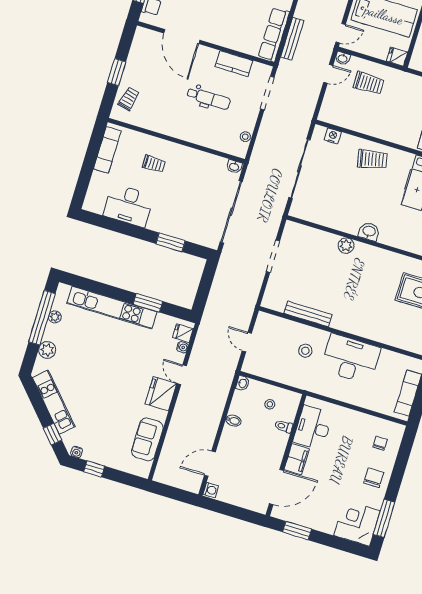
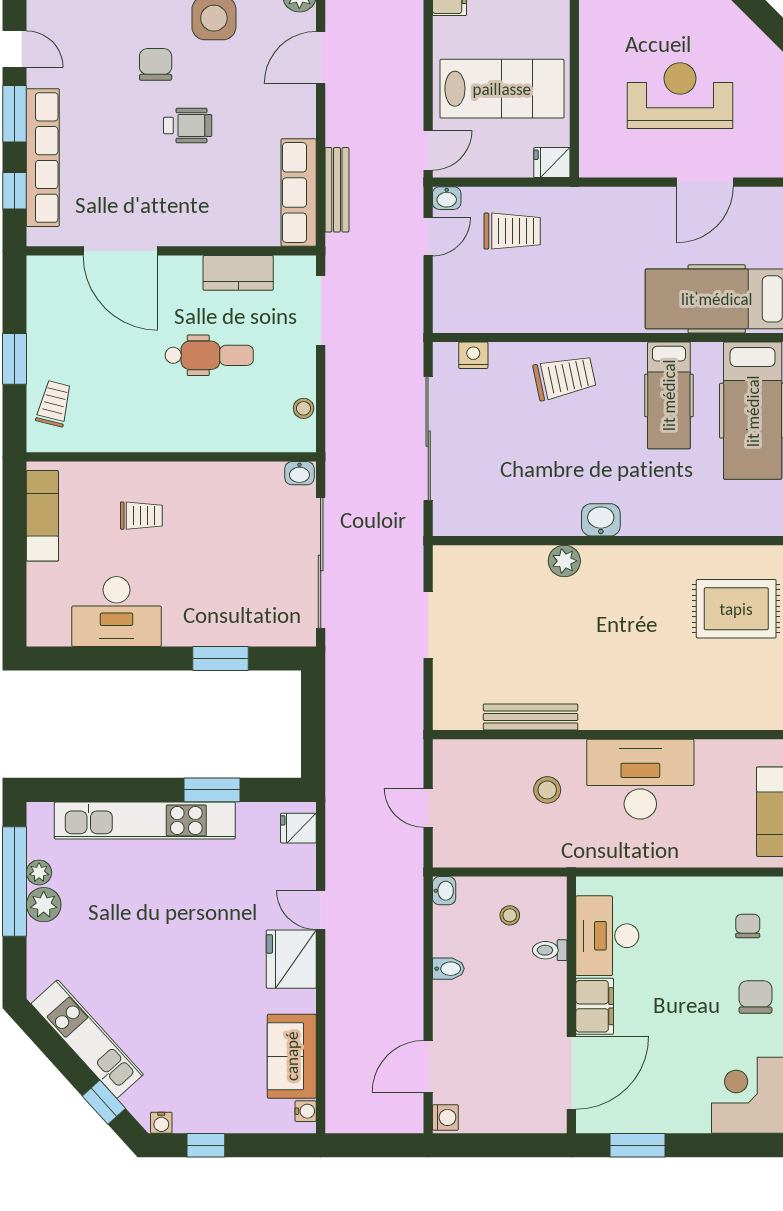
water cooler: (182, 347) -> (306, 1111), moved
plant: (47, 350) -> (44, 905), moved

